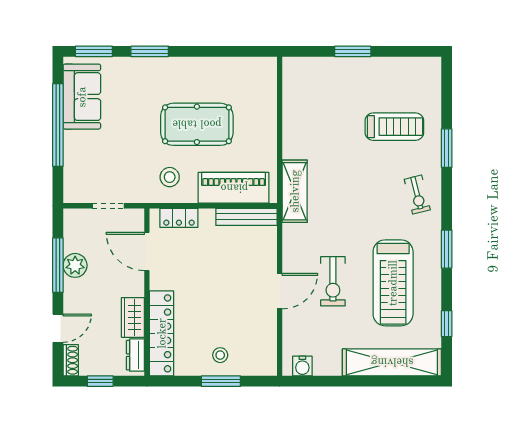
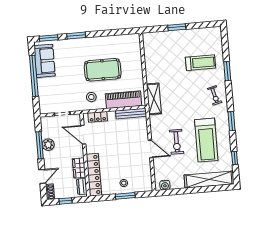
door: (280, 291) -> (151, 149), hinge flipped

